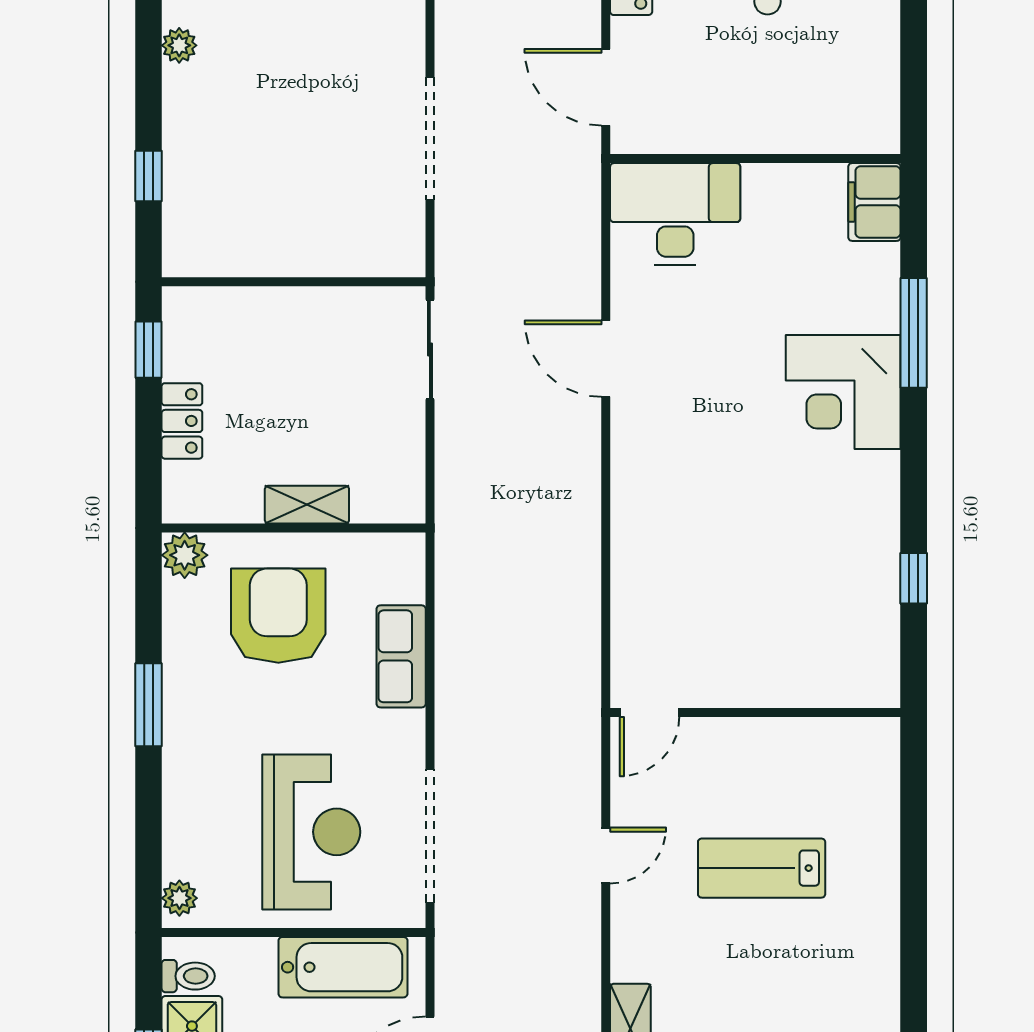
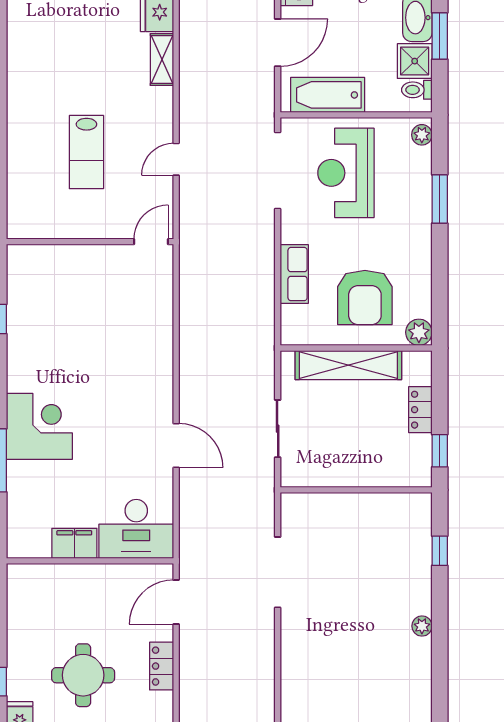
door: (606, 87) -> (176, 602), swing flipped
filing cabinet: (874, 202) -> (74, 543), moved, turned -90
sliding door: (430, 350) -> (278, 429), moved
shelving: (307, 505) -> (348, 365), width x2.20, depth x1.33
window: (149, 705) -> (440, 199), moved
lab bench: (762, 868) -> (86, 152), turned 90

